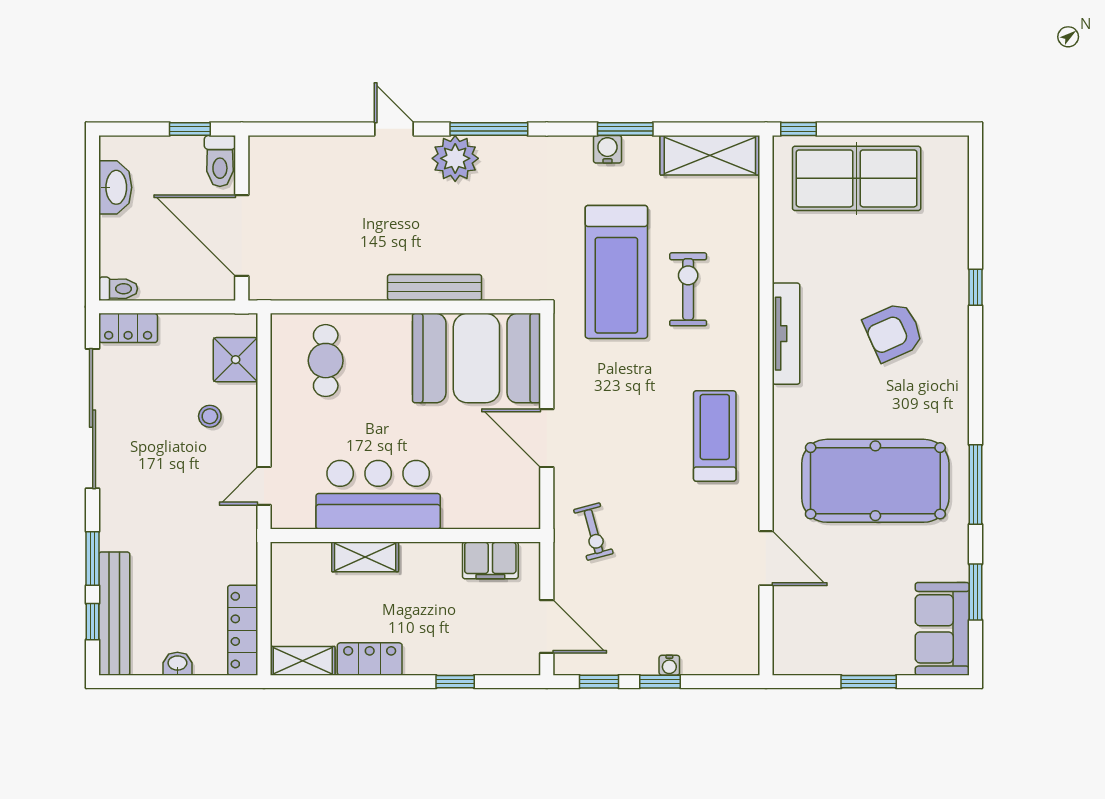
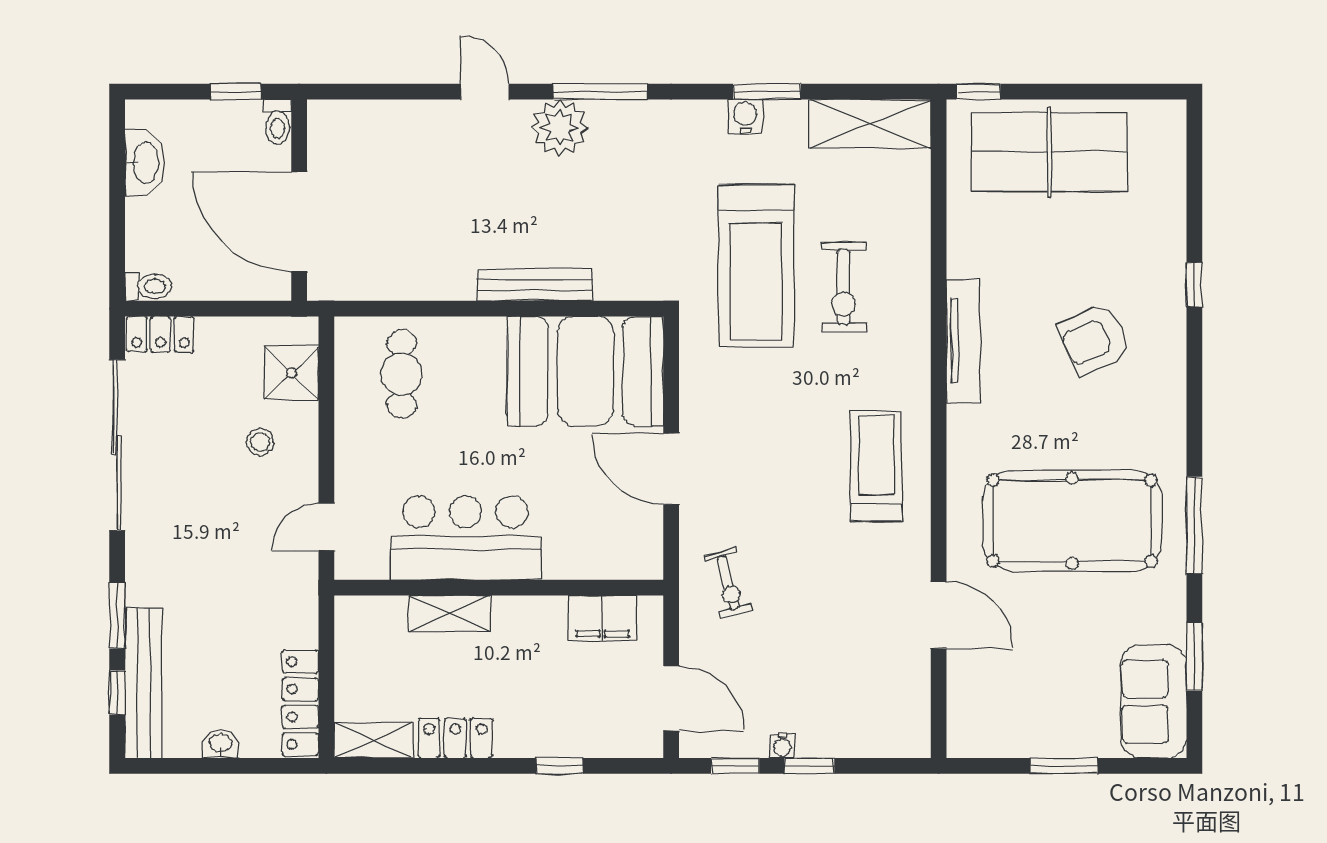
toilet: (220, 161) -> (278, 122), width x0.73, depth x0.72
exercise bike: (688, 289) -> (844, 287), turned 180
water cooler: (669, 665) -> (782, 746), moved

